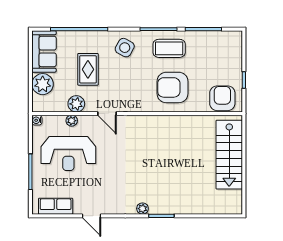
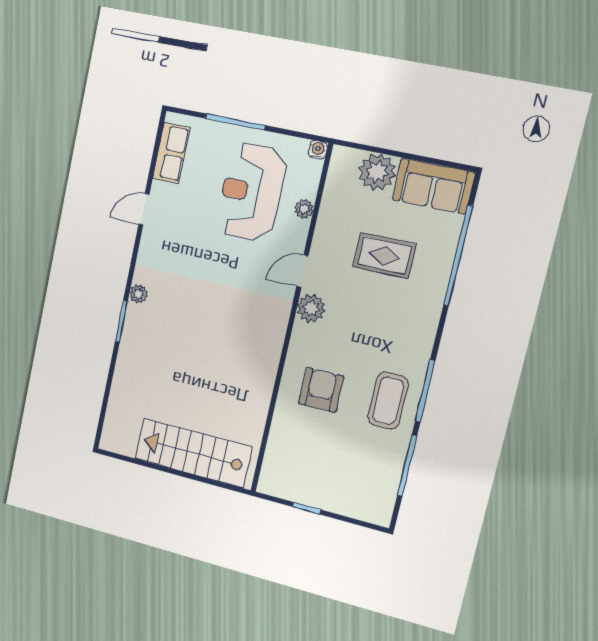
side table: (125, 48) -> (407, 326), removed
armchair: (172, 87) -> (321, 390), width x0.73, depth x0.73
armchair: (222, 98) -> (285, 466), removed
plant: (76, 104) -> (311, 308), moved

